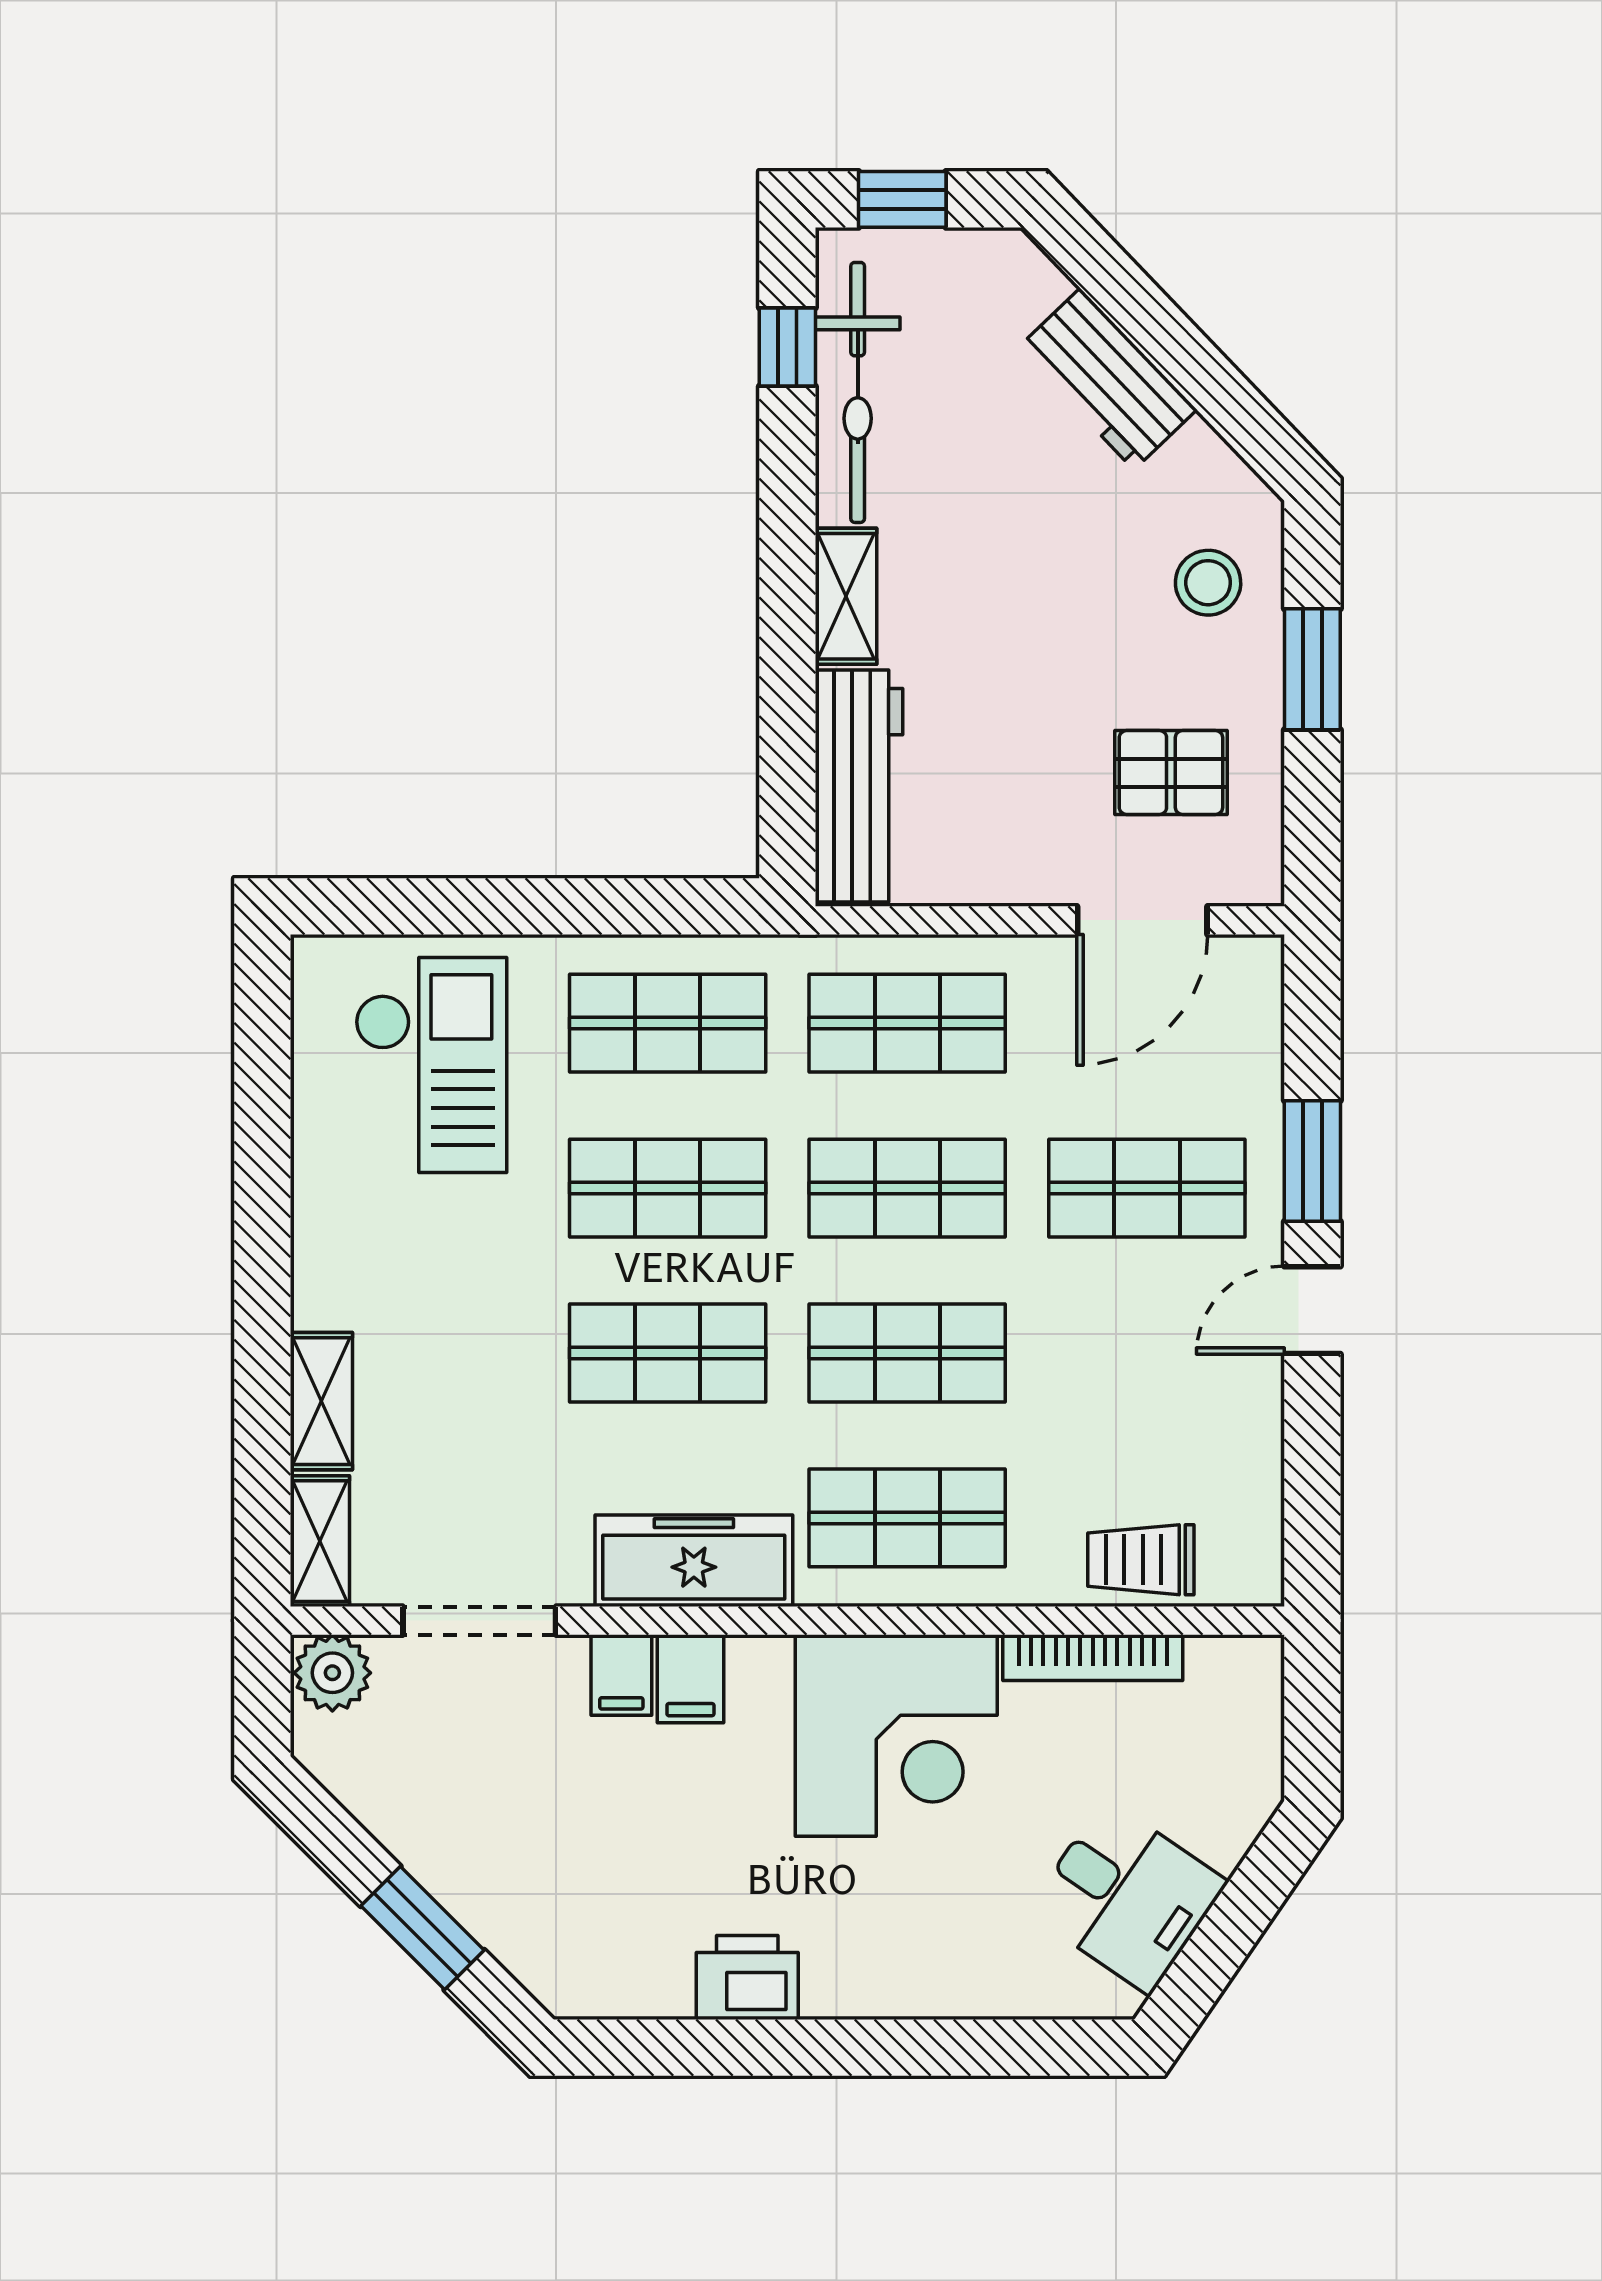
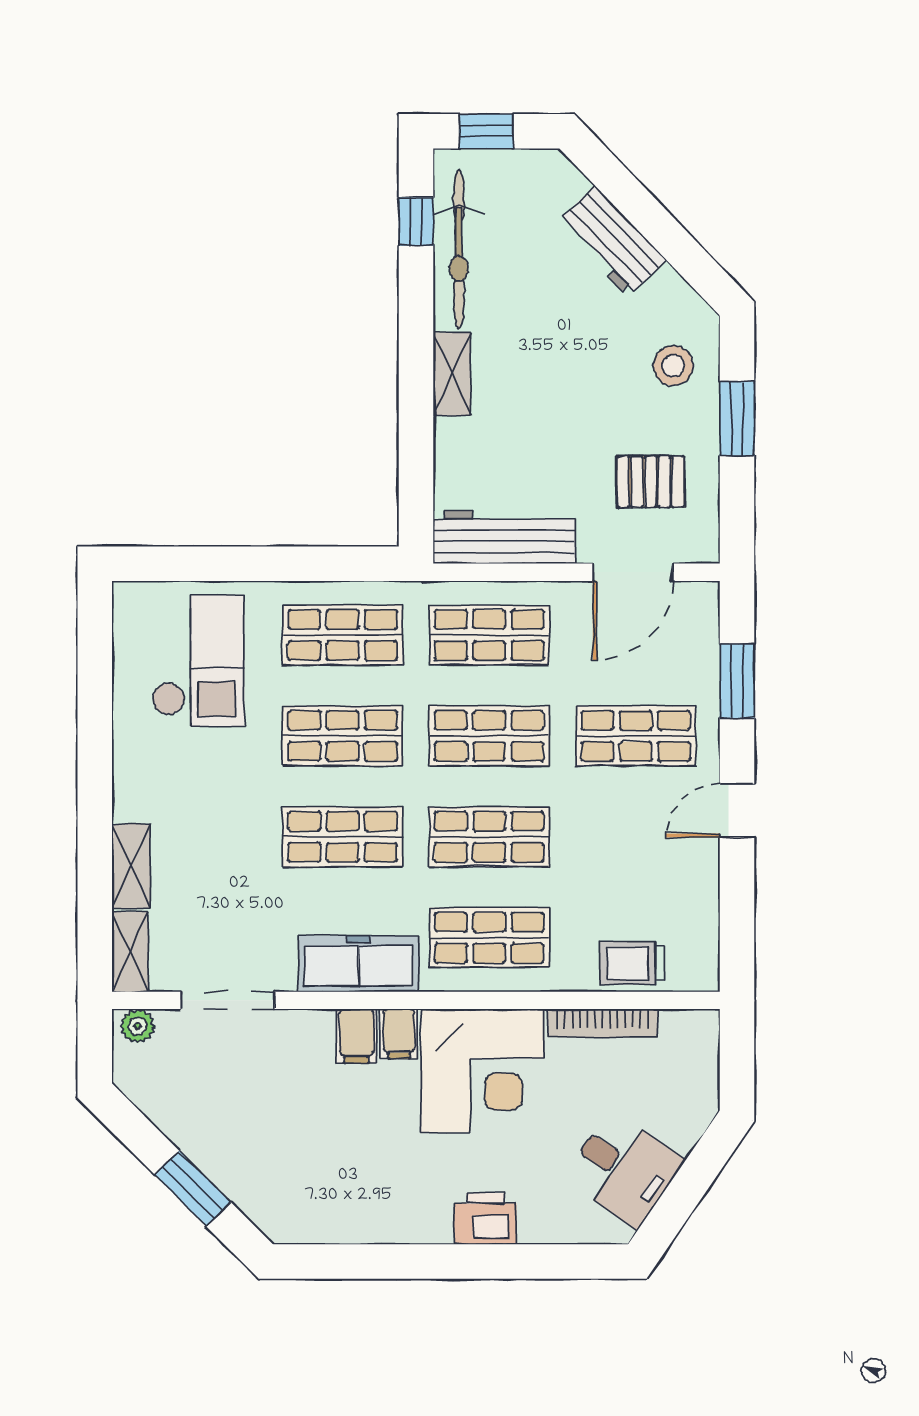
workbench: (859, 786) -> (504, 537), moved, turned -90
window: (1312, 1161) -> (737, 681), moved
plant: (332, 1673) -> (138, 1026), width x0.73, depth x0.73
filing cabinet: (621, 1675) -> (399, 1034), moved
printer: (747, 1978) -> (485, 1219), moved

